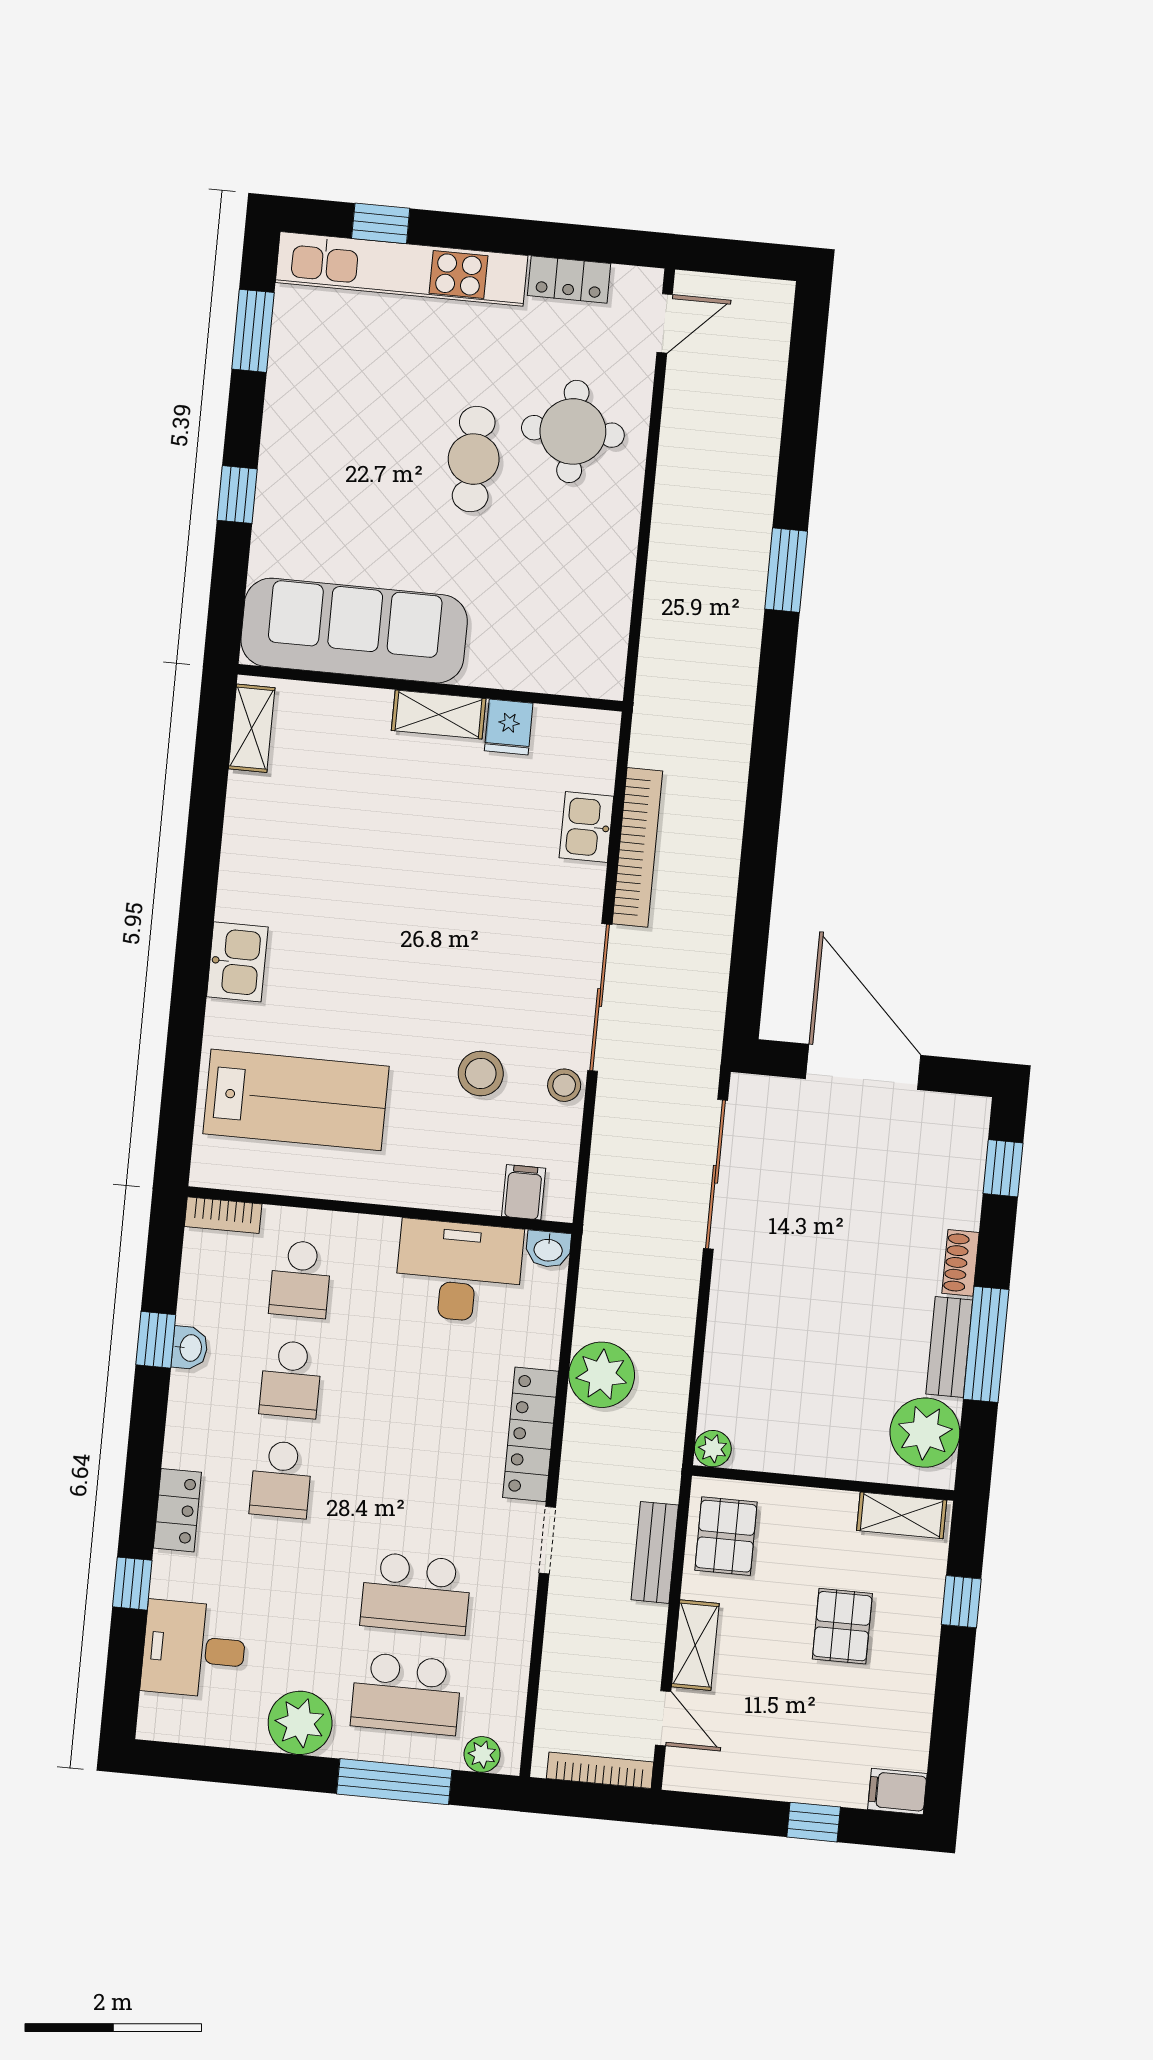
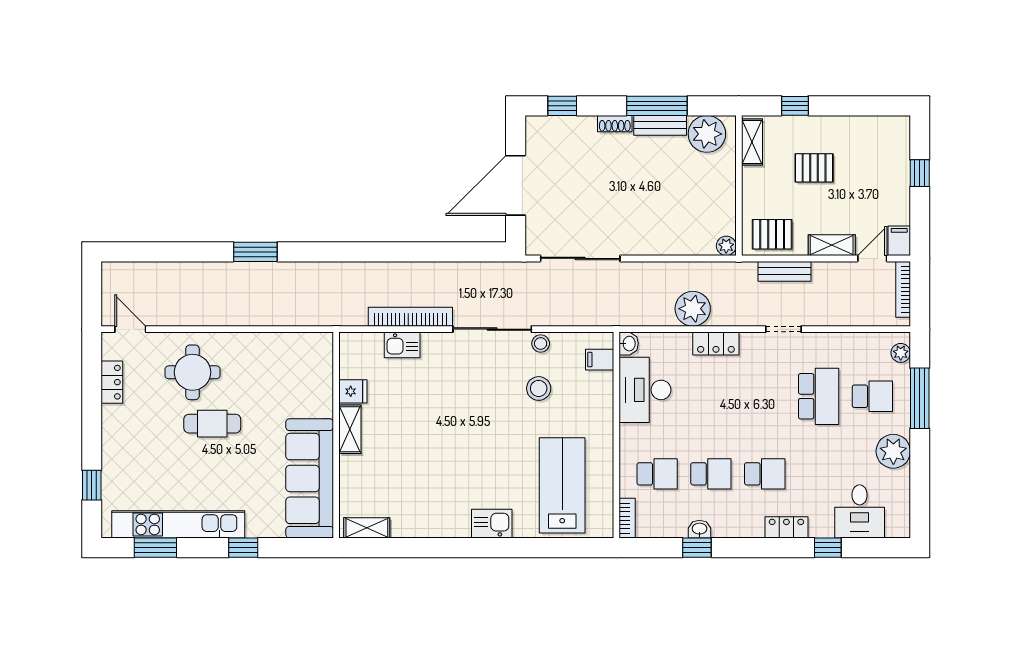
kitchen unit: (402, 269) -> (178, 524), moved, turned -90
locker: (530, 1434) -> (716, 344), width x0.66
school desk: (406, 1694) -> (872, 396), width x0.54
filing cabinet: (897, 1791) -> (899, 241), moved, turned 180

